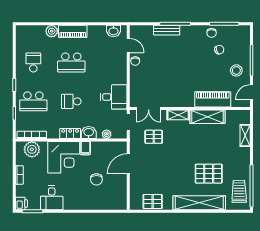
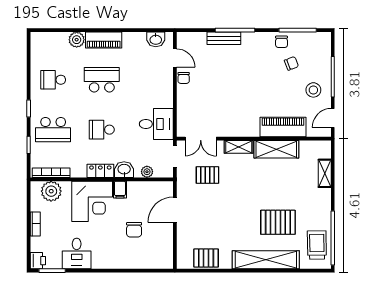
school desk: (33, 62) -> (53, 80), turned -90
school desk: (71, 62) -> (102, 80), turned 180

